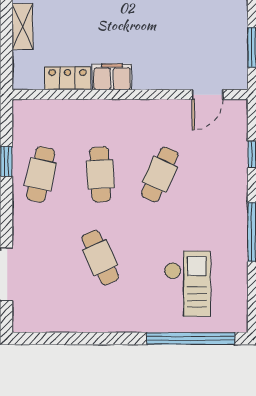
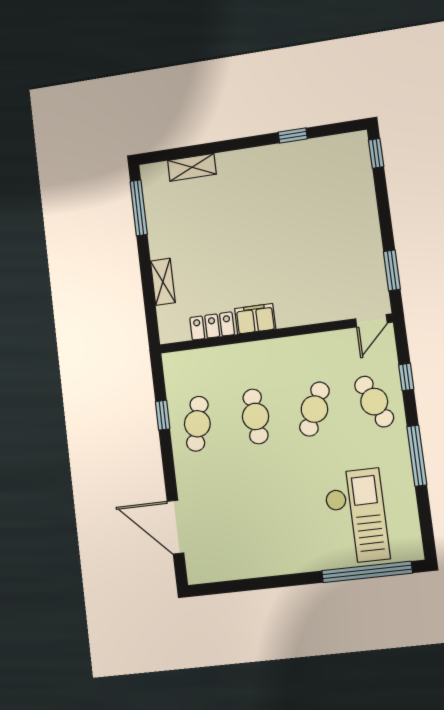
door: (208, 95) -> (371, 321), moved
cafe table: (100, 258) -> (374, 402), moved
checkout: (187, 284) -> (356, 516), width x1.36, depth x1.21

